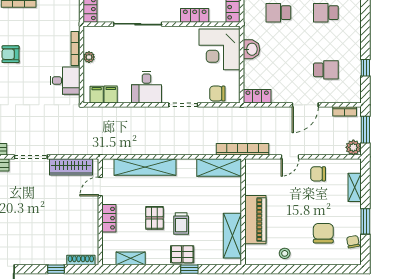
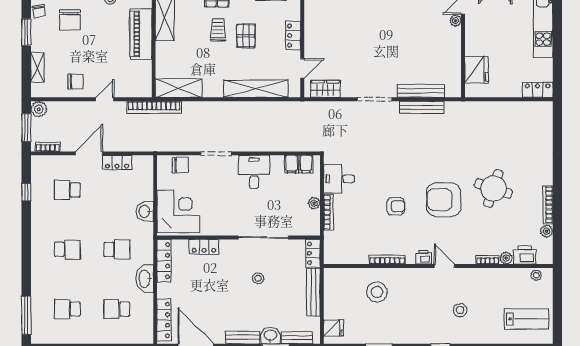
locker: (257, 96) -> (117, 162), moved
wardrobe: (71, 167) -> (325, 89), width x0.67

